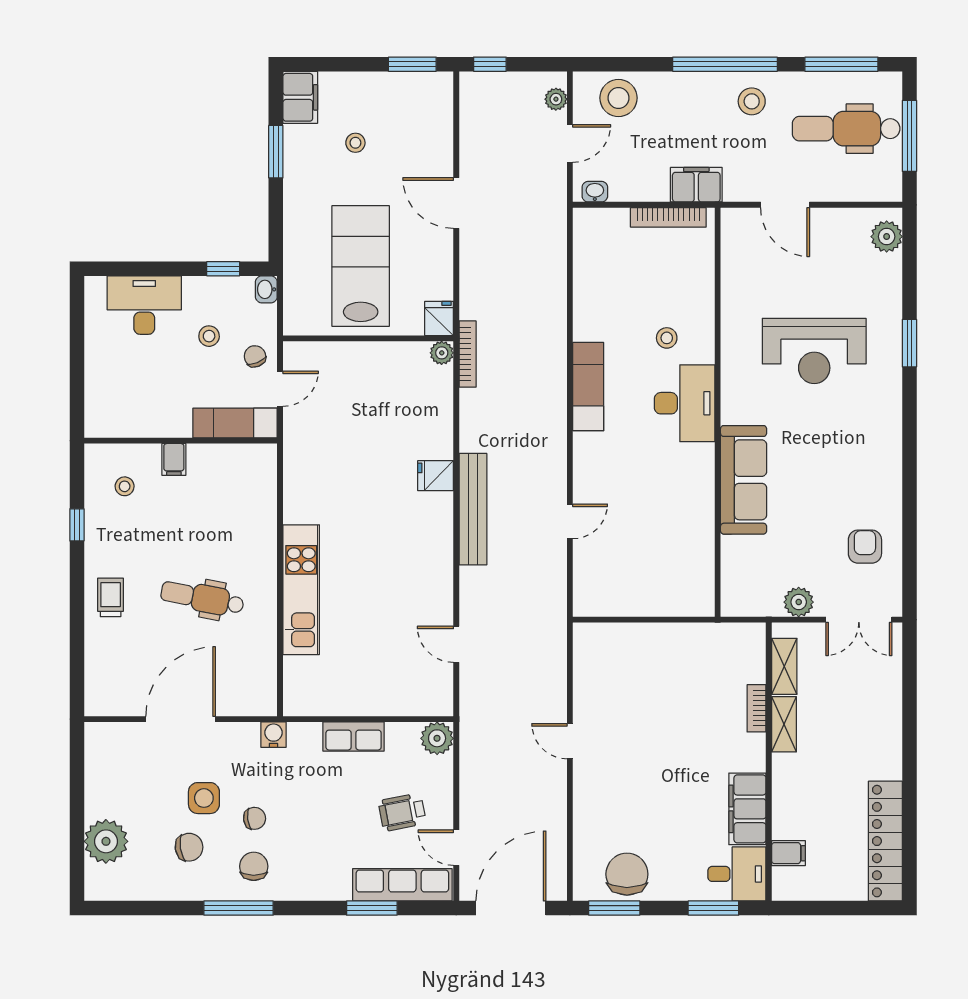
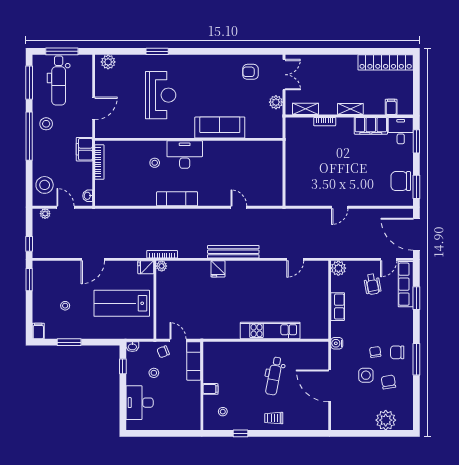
filing cabinet: (300, 97) -> (38, 331), width x0.50
shelving: (784, 724) -> (350, 109), moved

